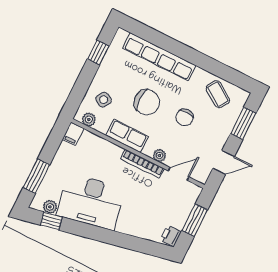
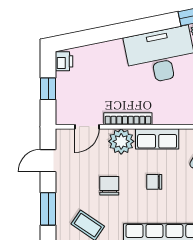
chair: (147, 102) -> (154, 182), width x0.54, depth x0.54
plant: (159, 155) -> (121, 141), width x1.88, depth x1.88
window: (195, 220) -> (48, 89), width x0.67

